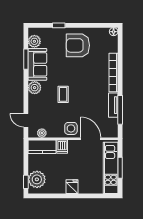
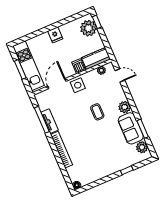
armchair: (78, 45) -> (103, 160), removed
door: (91, 139) -> (57, 84), swing flipped

